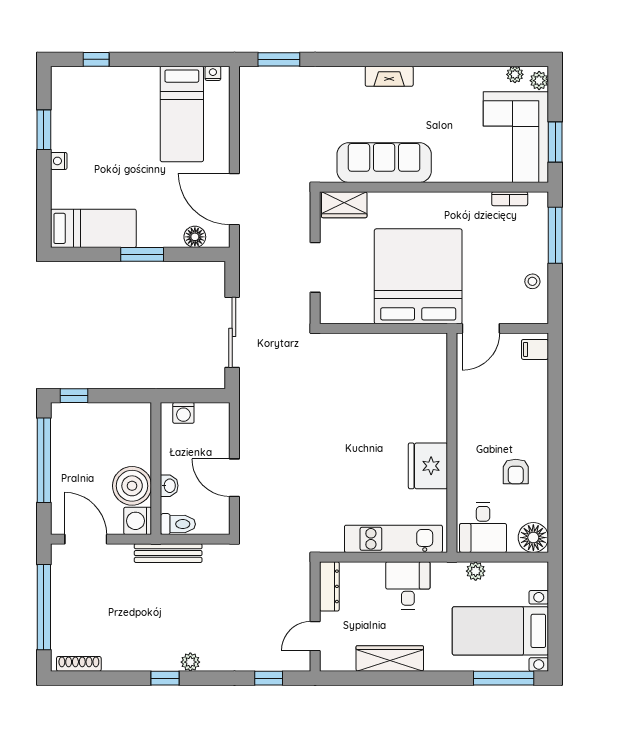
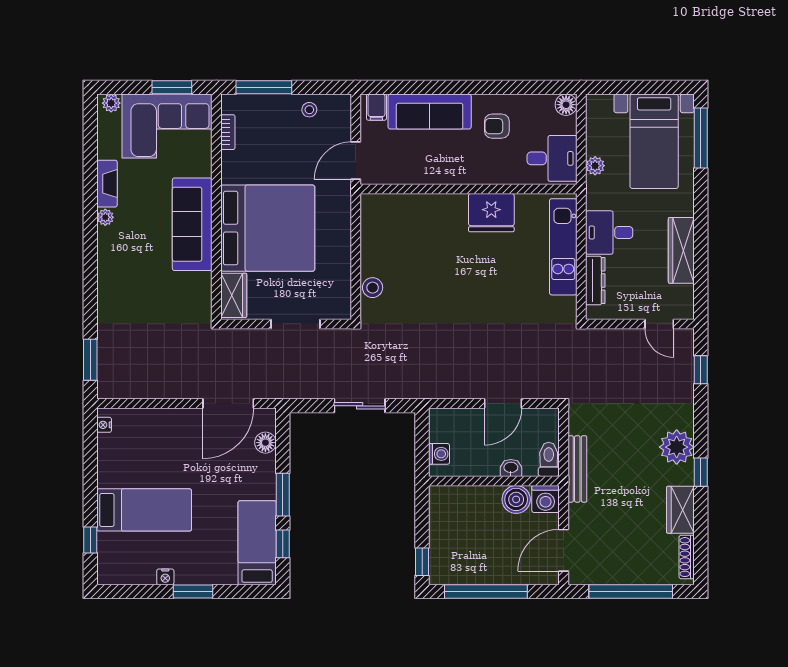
plant: (515, 74) -> (105, 217), moved
fireplace: (389, 76) -> (107, 184), moved
bed: (182, 114) -> (144, 510), moved
window: (44, 130) -> (193, 592), moved
nightstand: (59, 161) -> (165, 577), moved
sofa: (384, 163) -> (192, 224), moved
window: (92, 254) -> (283, 544), added
bed: (418, 276) -> (268, 228), moved, turned 180
door: (481, 328) -> (356, 160), swing flipped
sliding door: (232, 332) -> (360, 406), width x0.73
stool: (352, 345) -> (373, 288), added
sofa: (531, 403) -> (430, 112), added
armchair: (516, 471) -> (497, 126), turned 180
boiler: (132, 486) -> (516, 499), width x0.73, depth x0.73
floor lamp: (533, 538) -> (566, 105), width x0.73, depth x0.73
dresser: (329, 586) -> (595, 281), moved, turned 90
wardrobe: (127, 658) -> (680, 510), added
plant: (190, 662) -> (677, 447), width x1.87, depth x1.87

